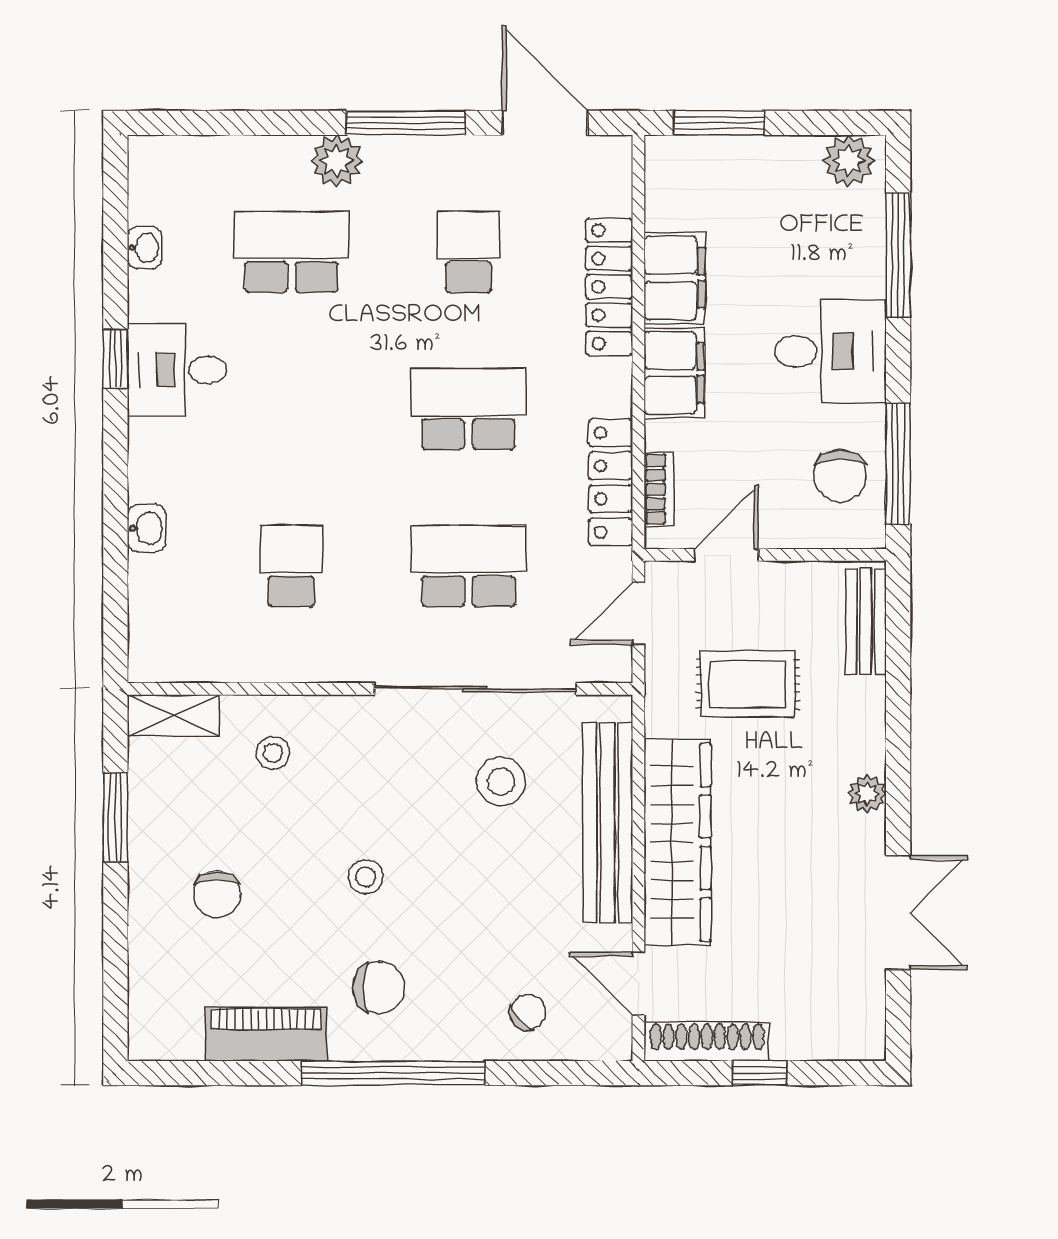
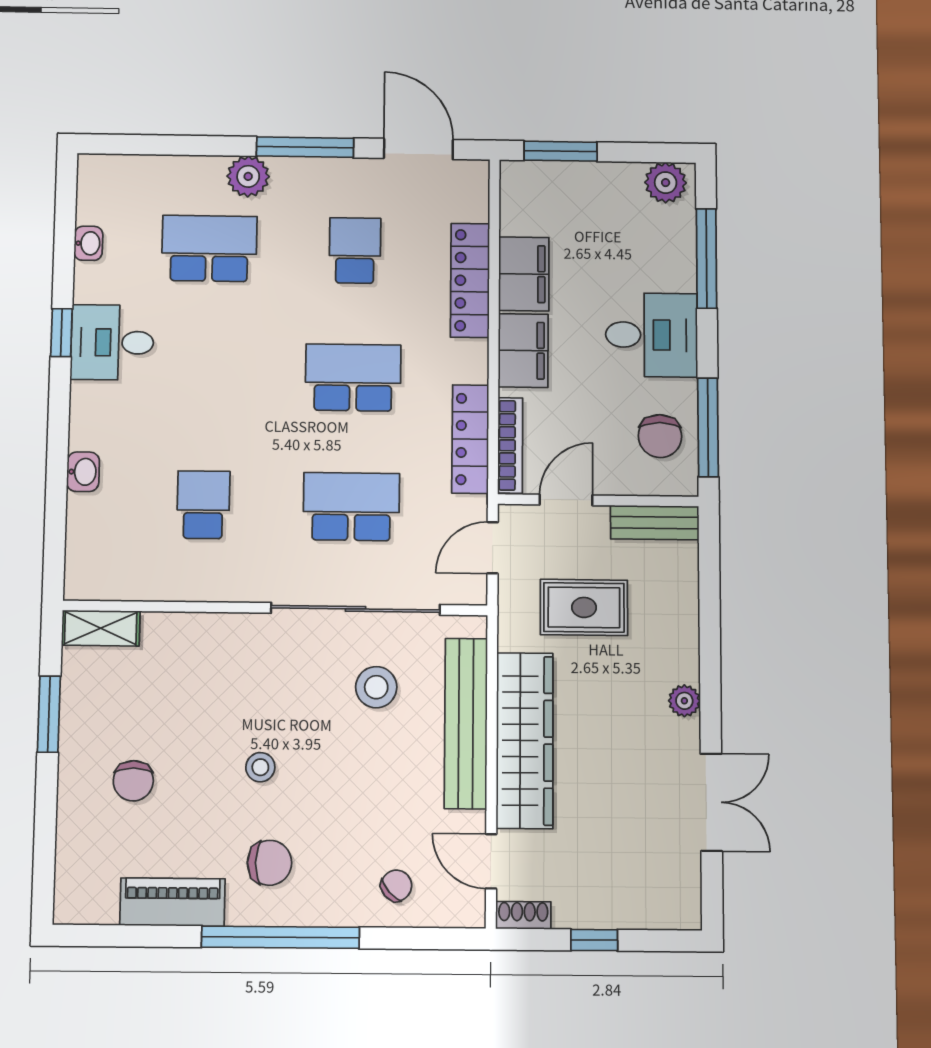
bookcase: (659, 489) -> (510, 445), width x1.56
bench: (866, 622) -> (655, 523), moved, turned 90
stool: (273, 753) -> (184, 661), removed
shoe rack: (707, 1042) -> (523, 915), width x0.51, depth x0.81

